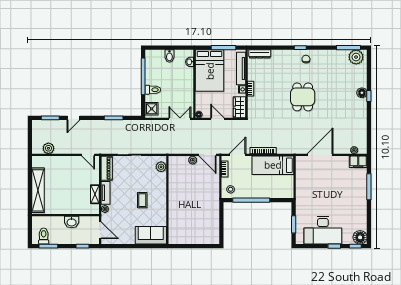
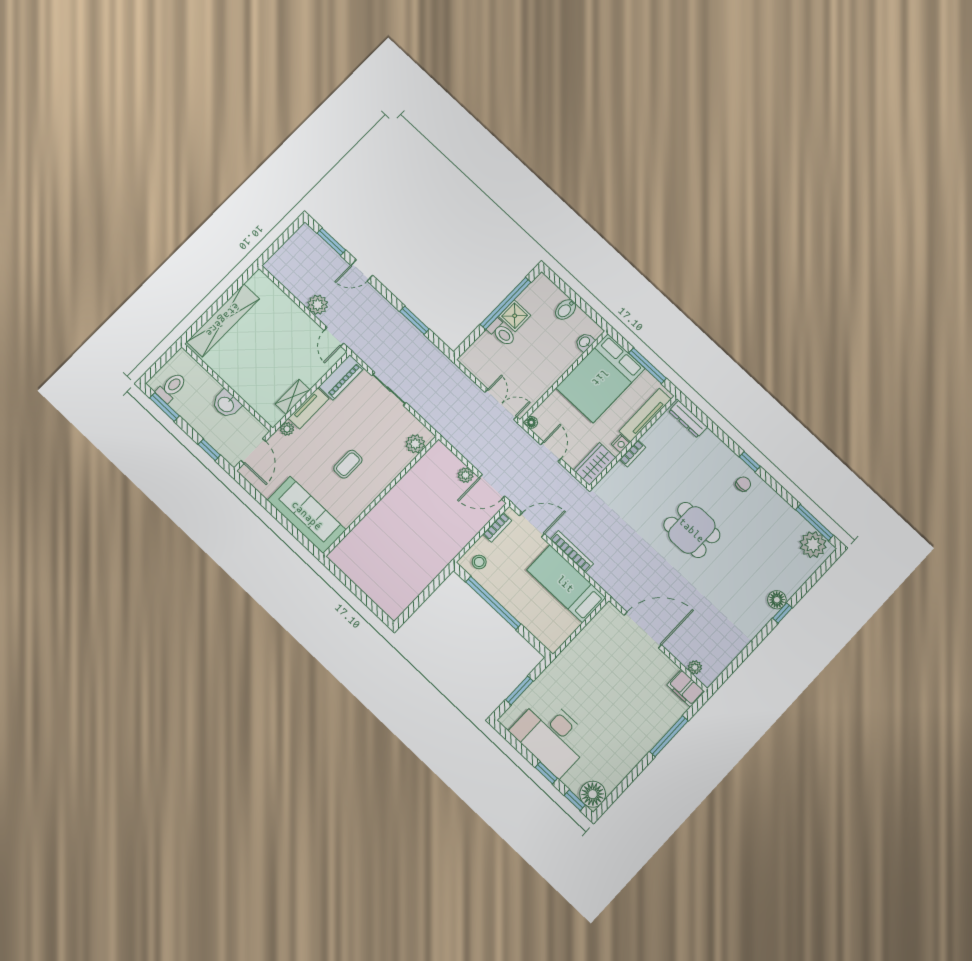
dining table: (303, 97) -> (692, 530), turned 90
shower: (152, 109) -> (515, 316), moved
plant: (48, 148) -> (318, 305), moved
door: (207, 155) -> (492, 487), hinge flipped
sofa: (151, 235) -> (307, 515), width x1.36

